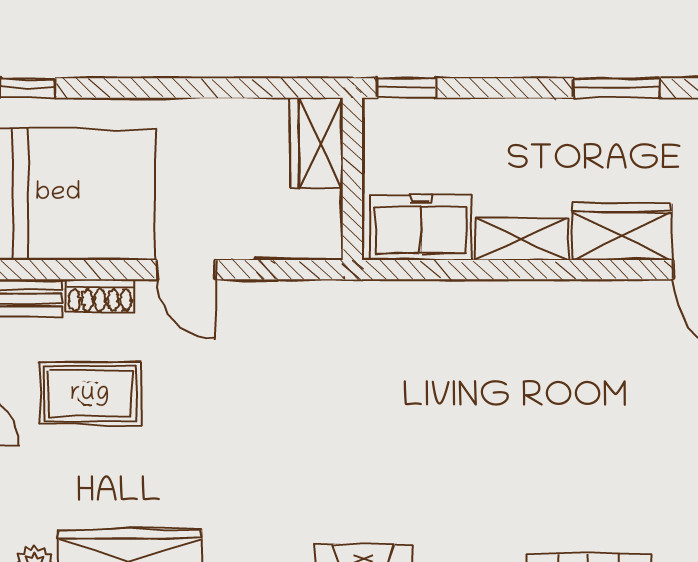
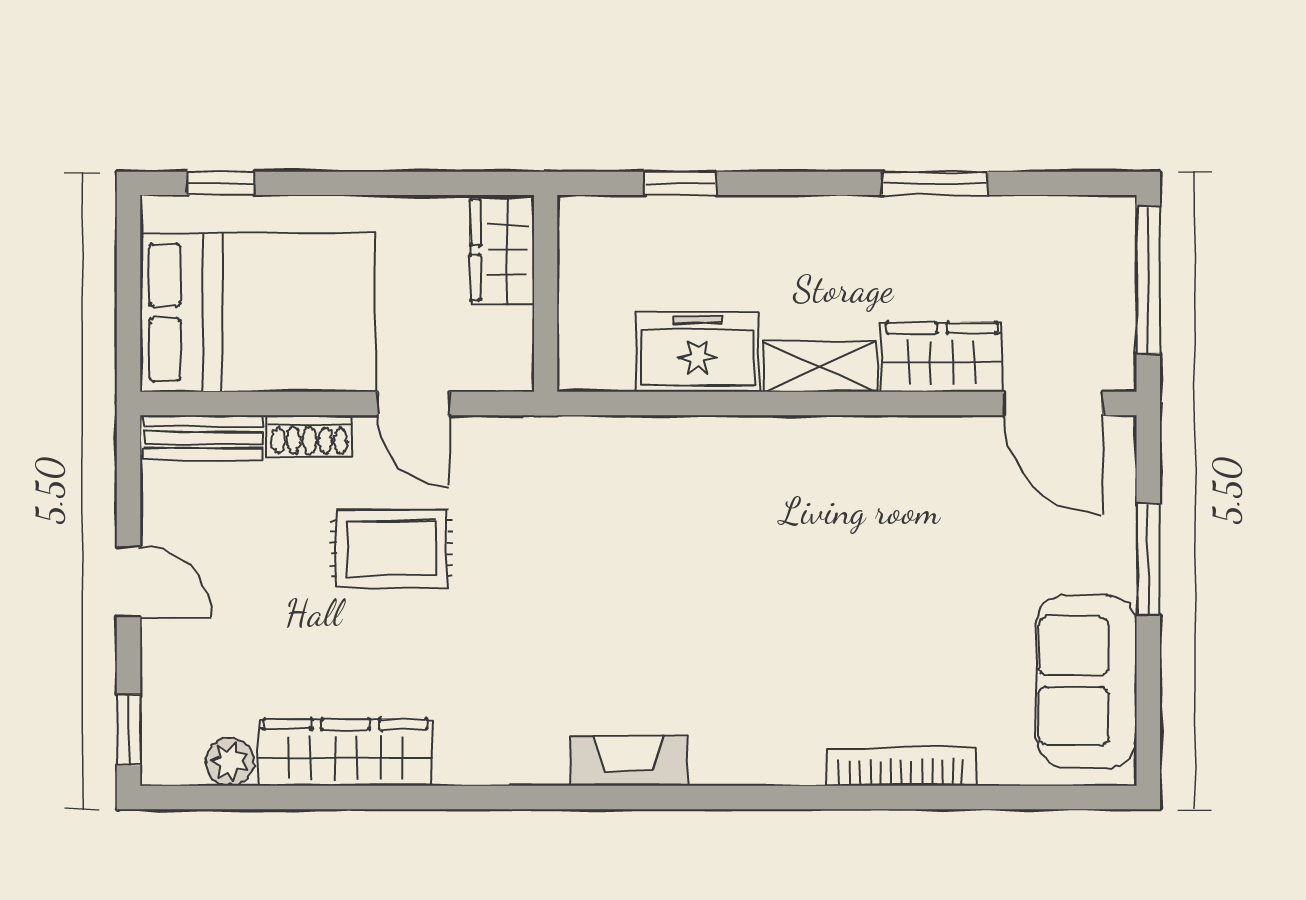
wardrobe: (316, 143) -> (502, 250), moved
wall: (352, 179) -> (546, 293), moved
rug: (90, 394) -> (391, 548), moved

